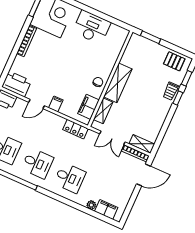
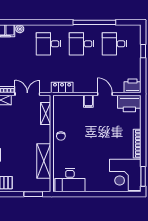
desk: (92, 27) -> (70, 180), moved
shelving: (118, 83) -> (44, 161), moved
door: (36, 104) -> (105, 94), hinge flipped
filing cabinet: (88, 107) -> (60, 111), removed

